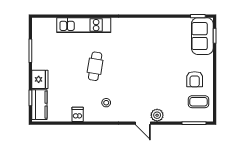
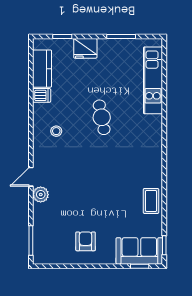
kitchen unit: (84, 25) -> (153, 80), moved
cafe table: (95, 66) -> (102, 117), turned 70
armchair: (195, 79) -> (86, 241), turned 90
coffee table: (198, 102) -> (151, 201), moved
kitchen counter: (39, 105) -> (42, 69), moved, turned -90

